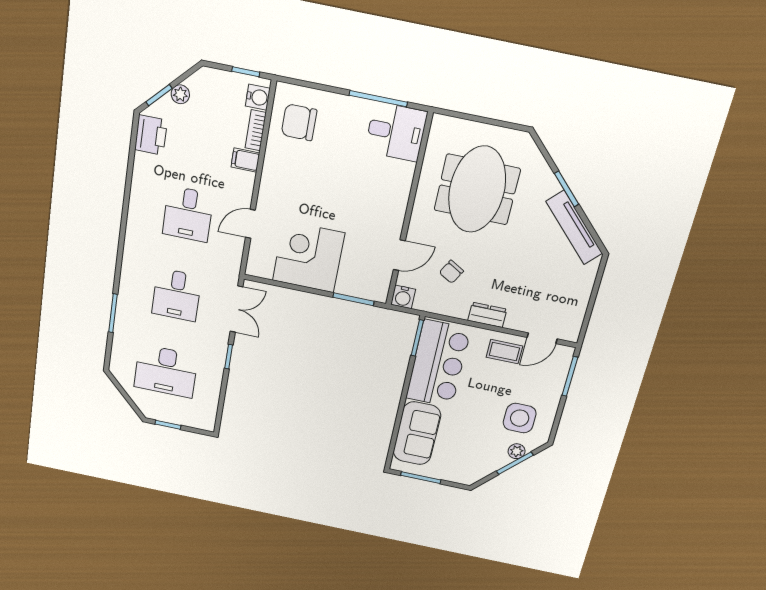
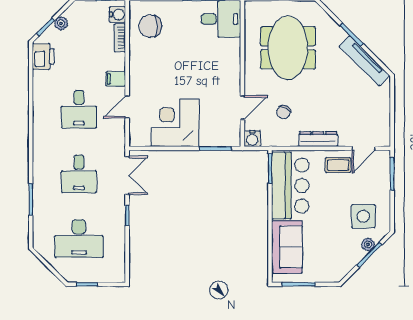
filing cabinet: (245, 160) -> (116, 79), moved
dresser: (487, 315) -> (318, 139), width x1.44

